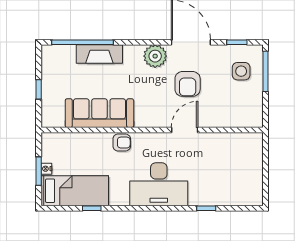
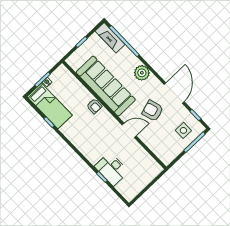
fireplace: (99, 54) -> (110, 38), moved
plant: (155, 56) -> (142, 73), moved
armchair: (188, 84) -> (153, 111), turned 73
sofa: (99, 113) -> (106, 86), width x1.36, depth x1.27
desk: (159, 184) -> (112, 169), moved, width x0.73, depth x0.77

